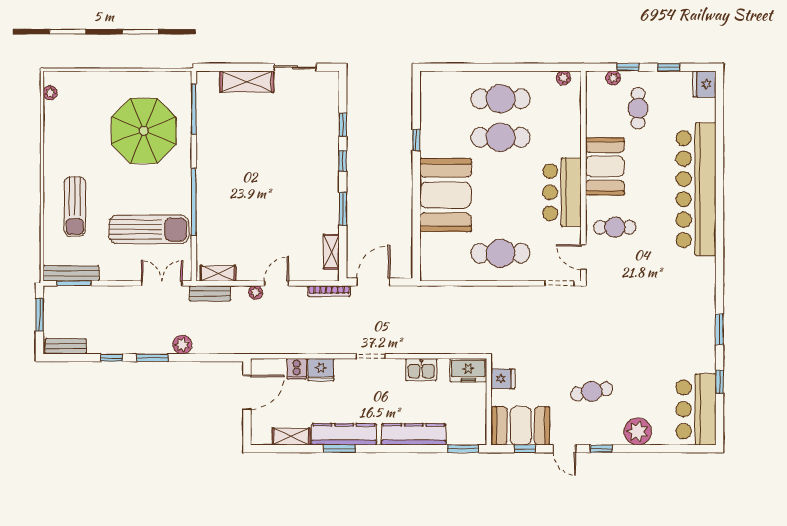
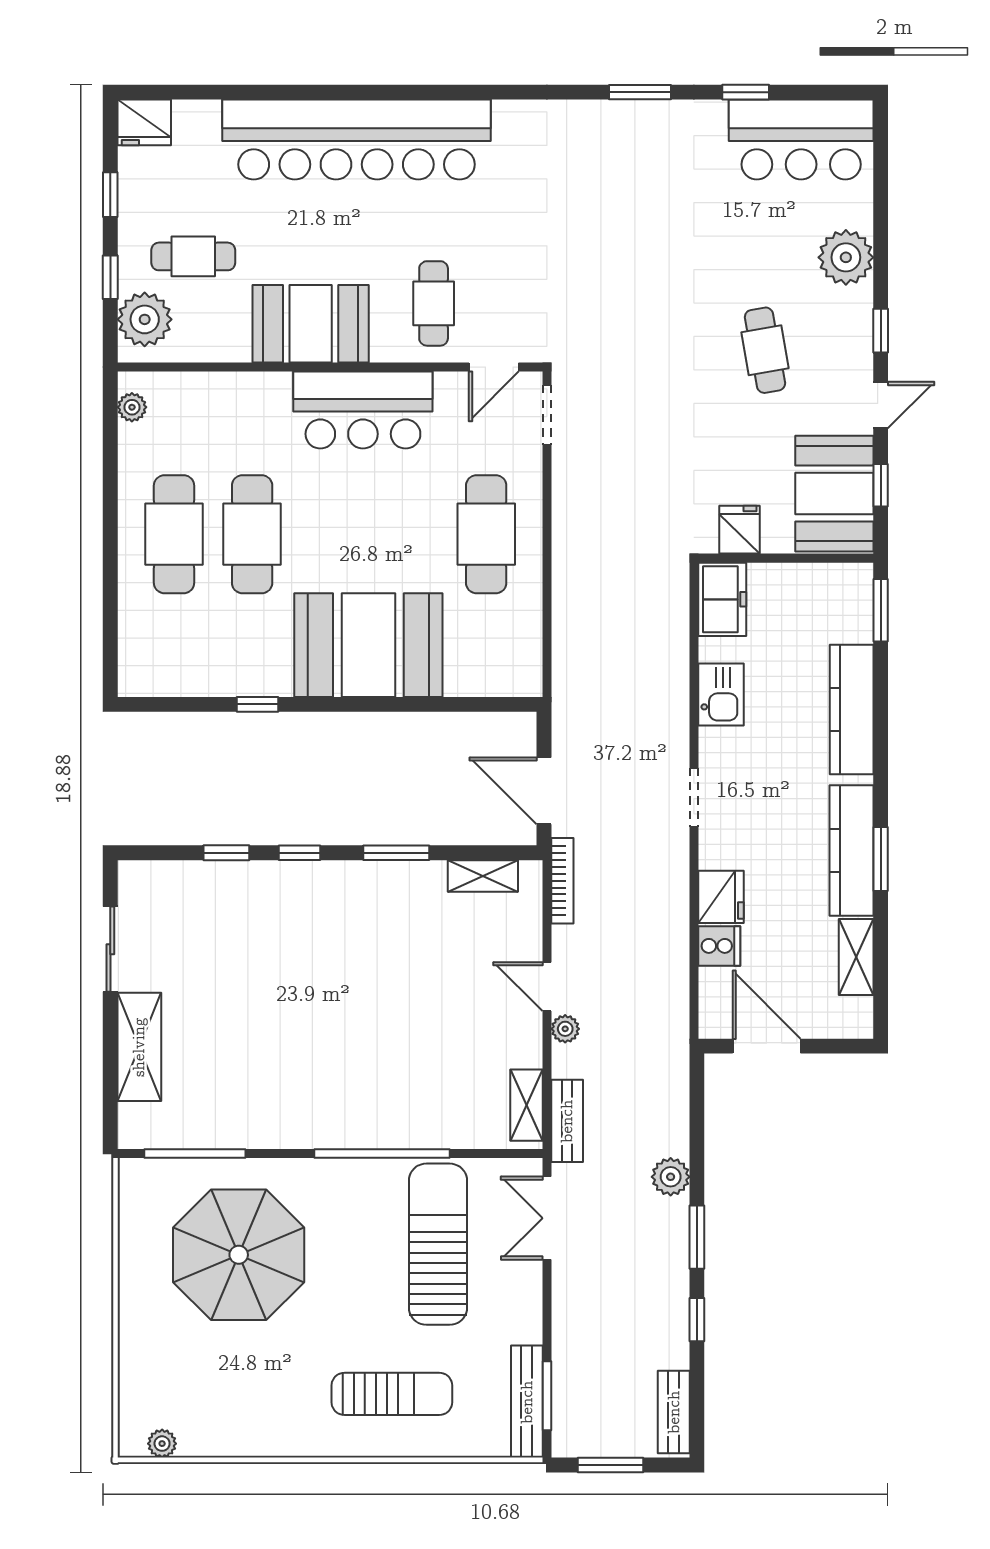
plant: (613, 78) -> (145, 319), width x1.88, depth x1.88

